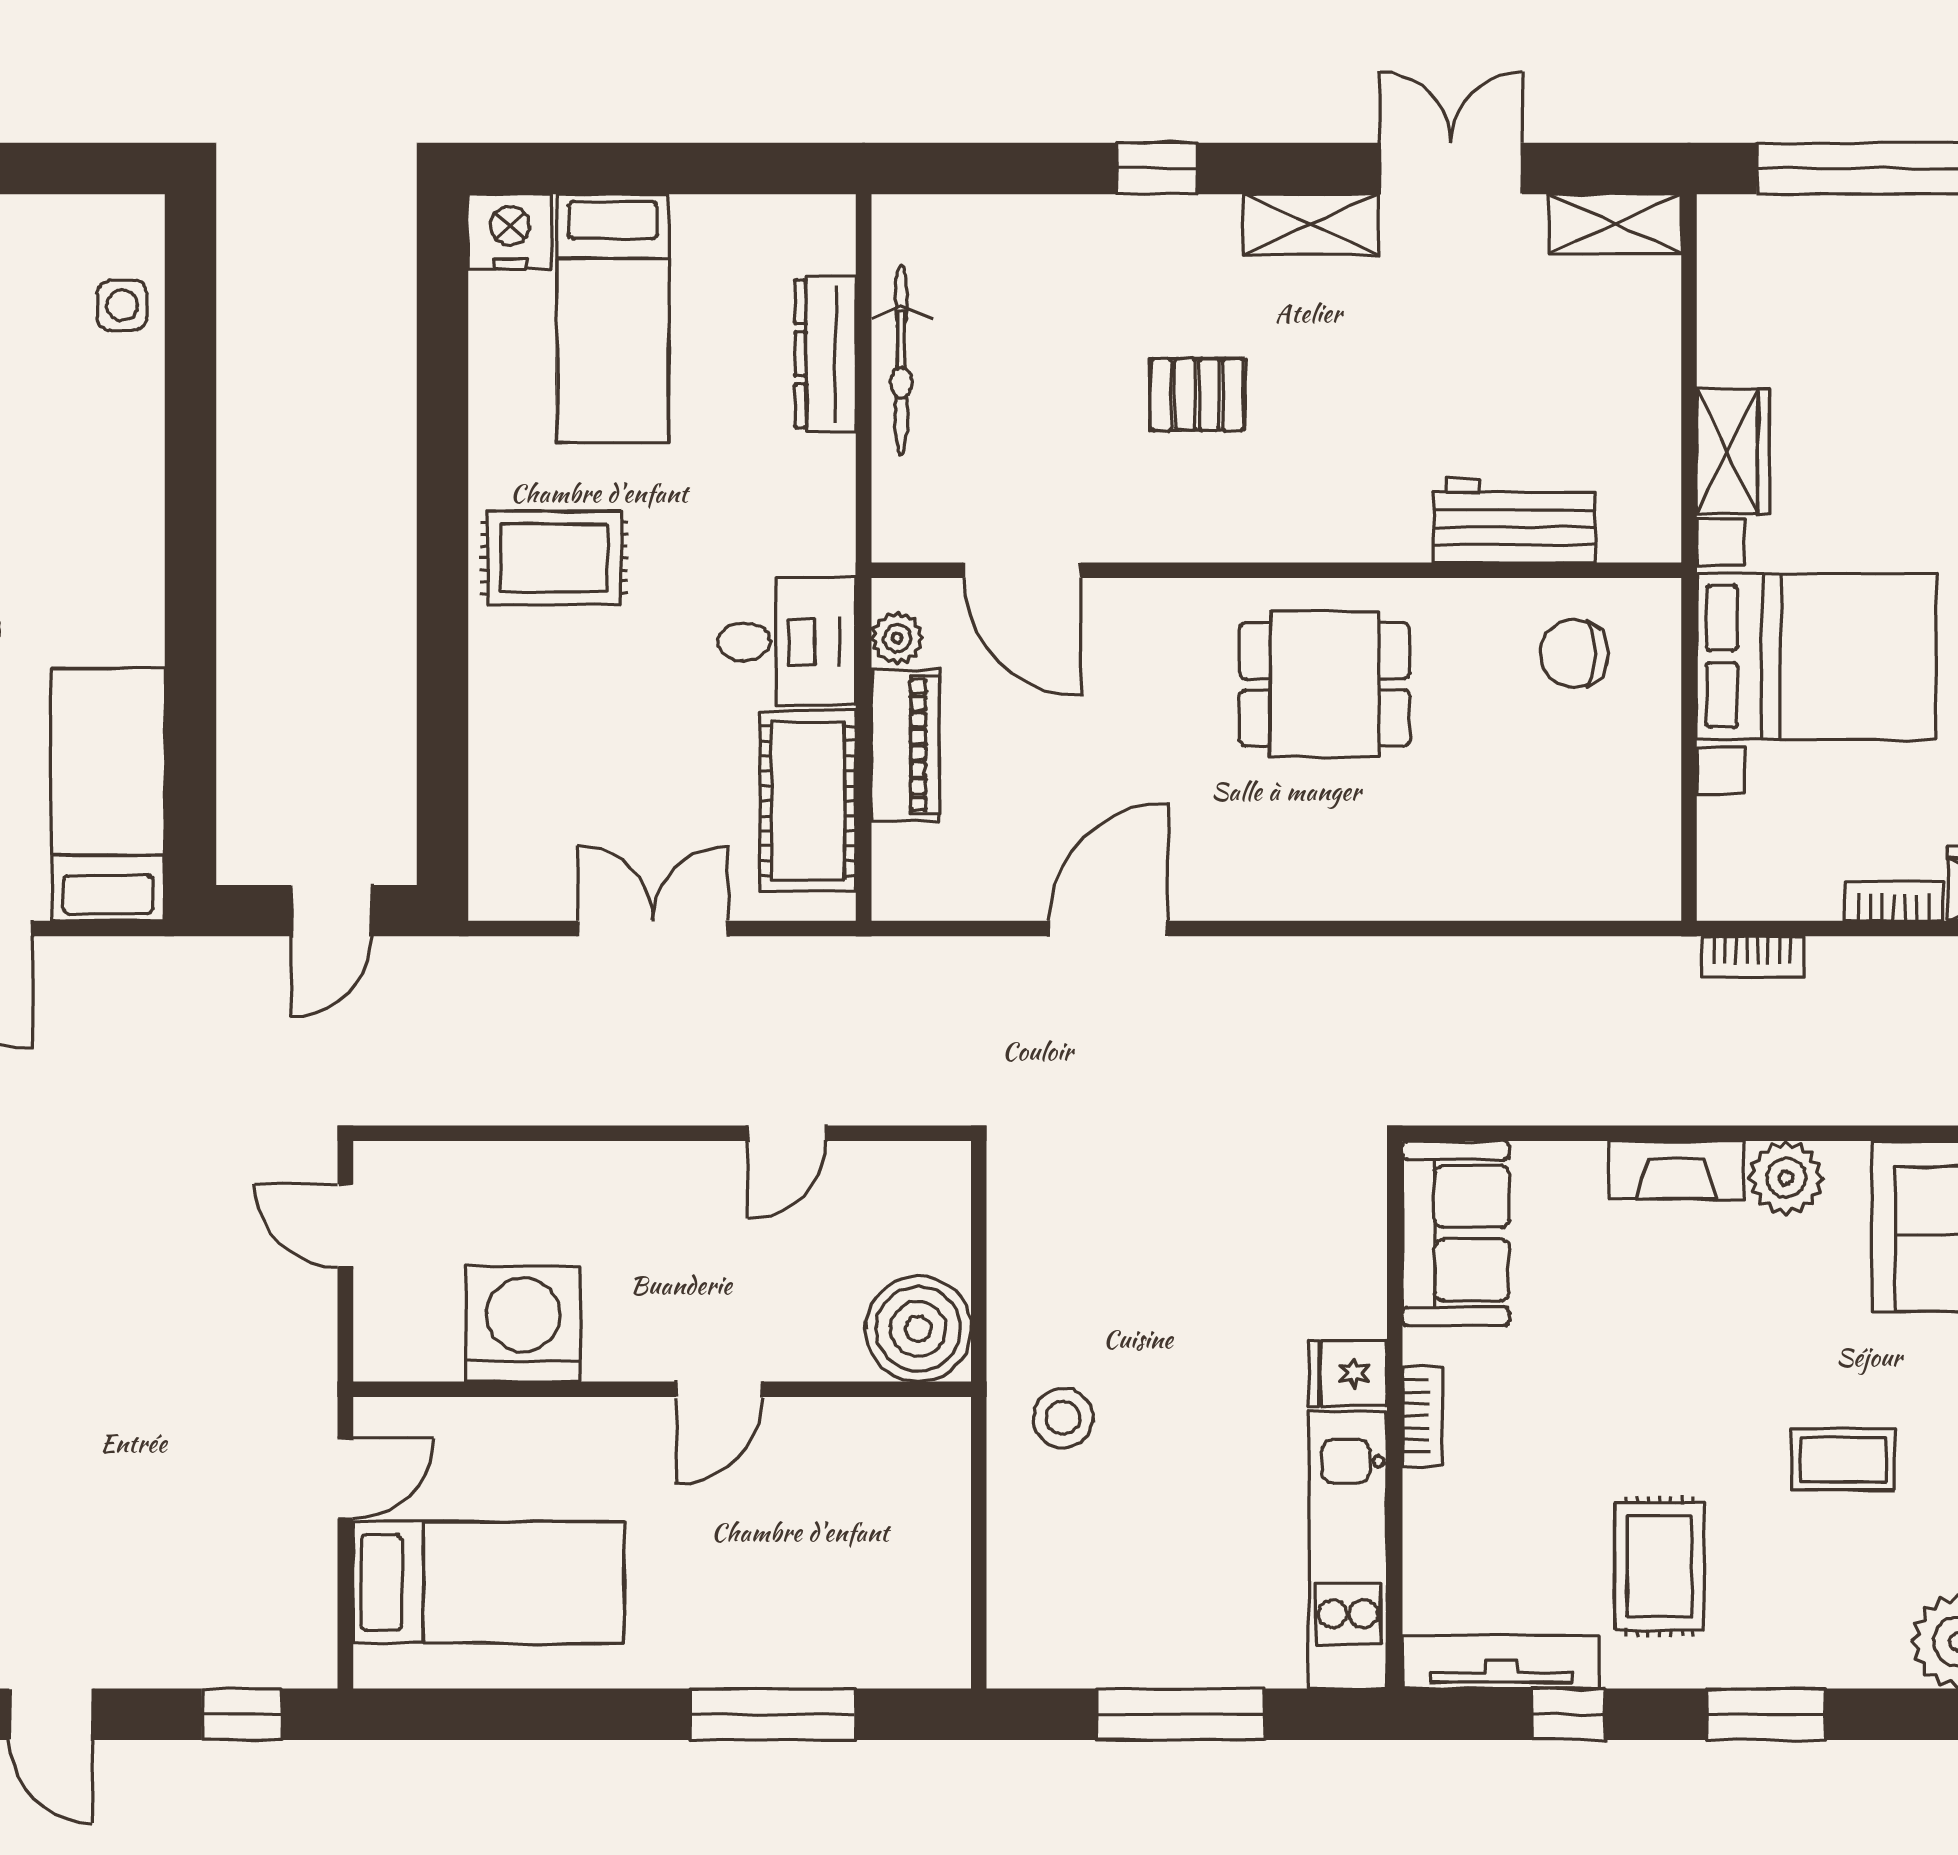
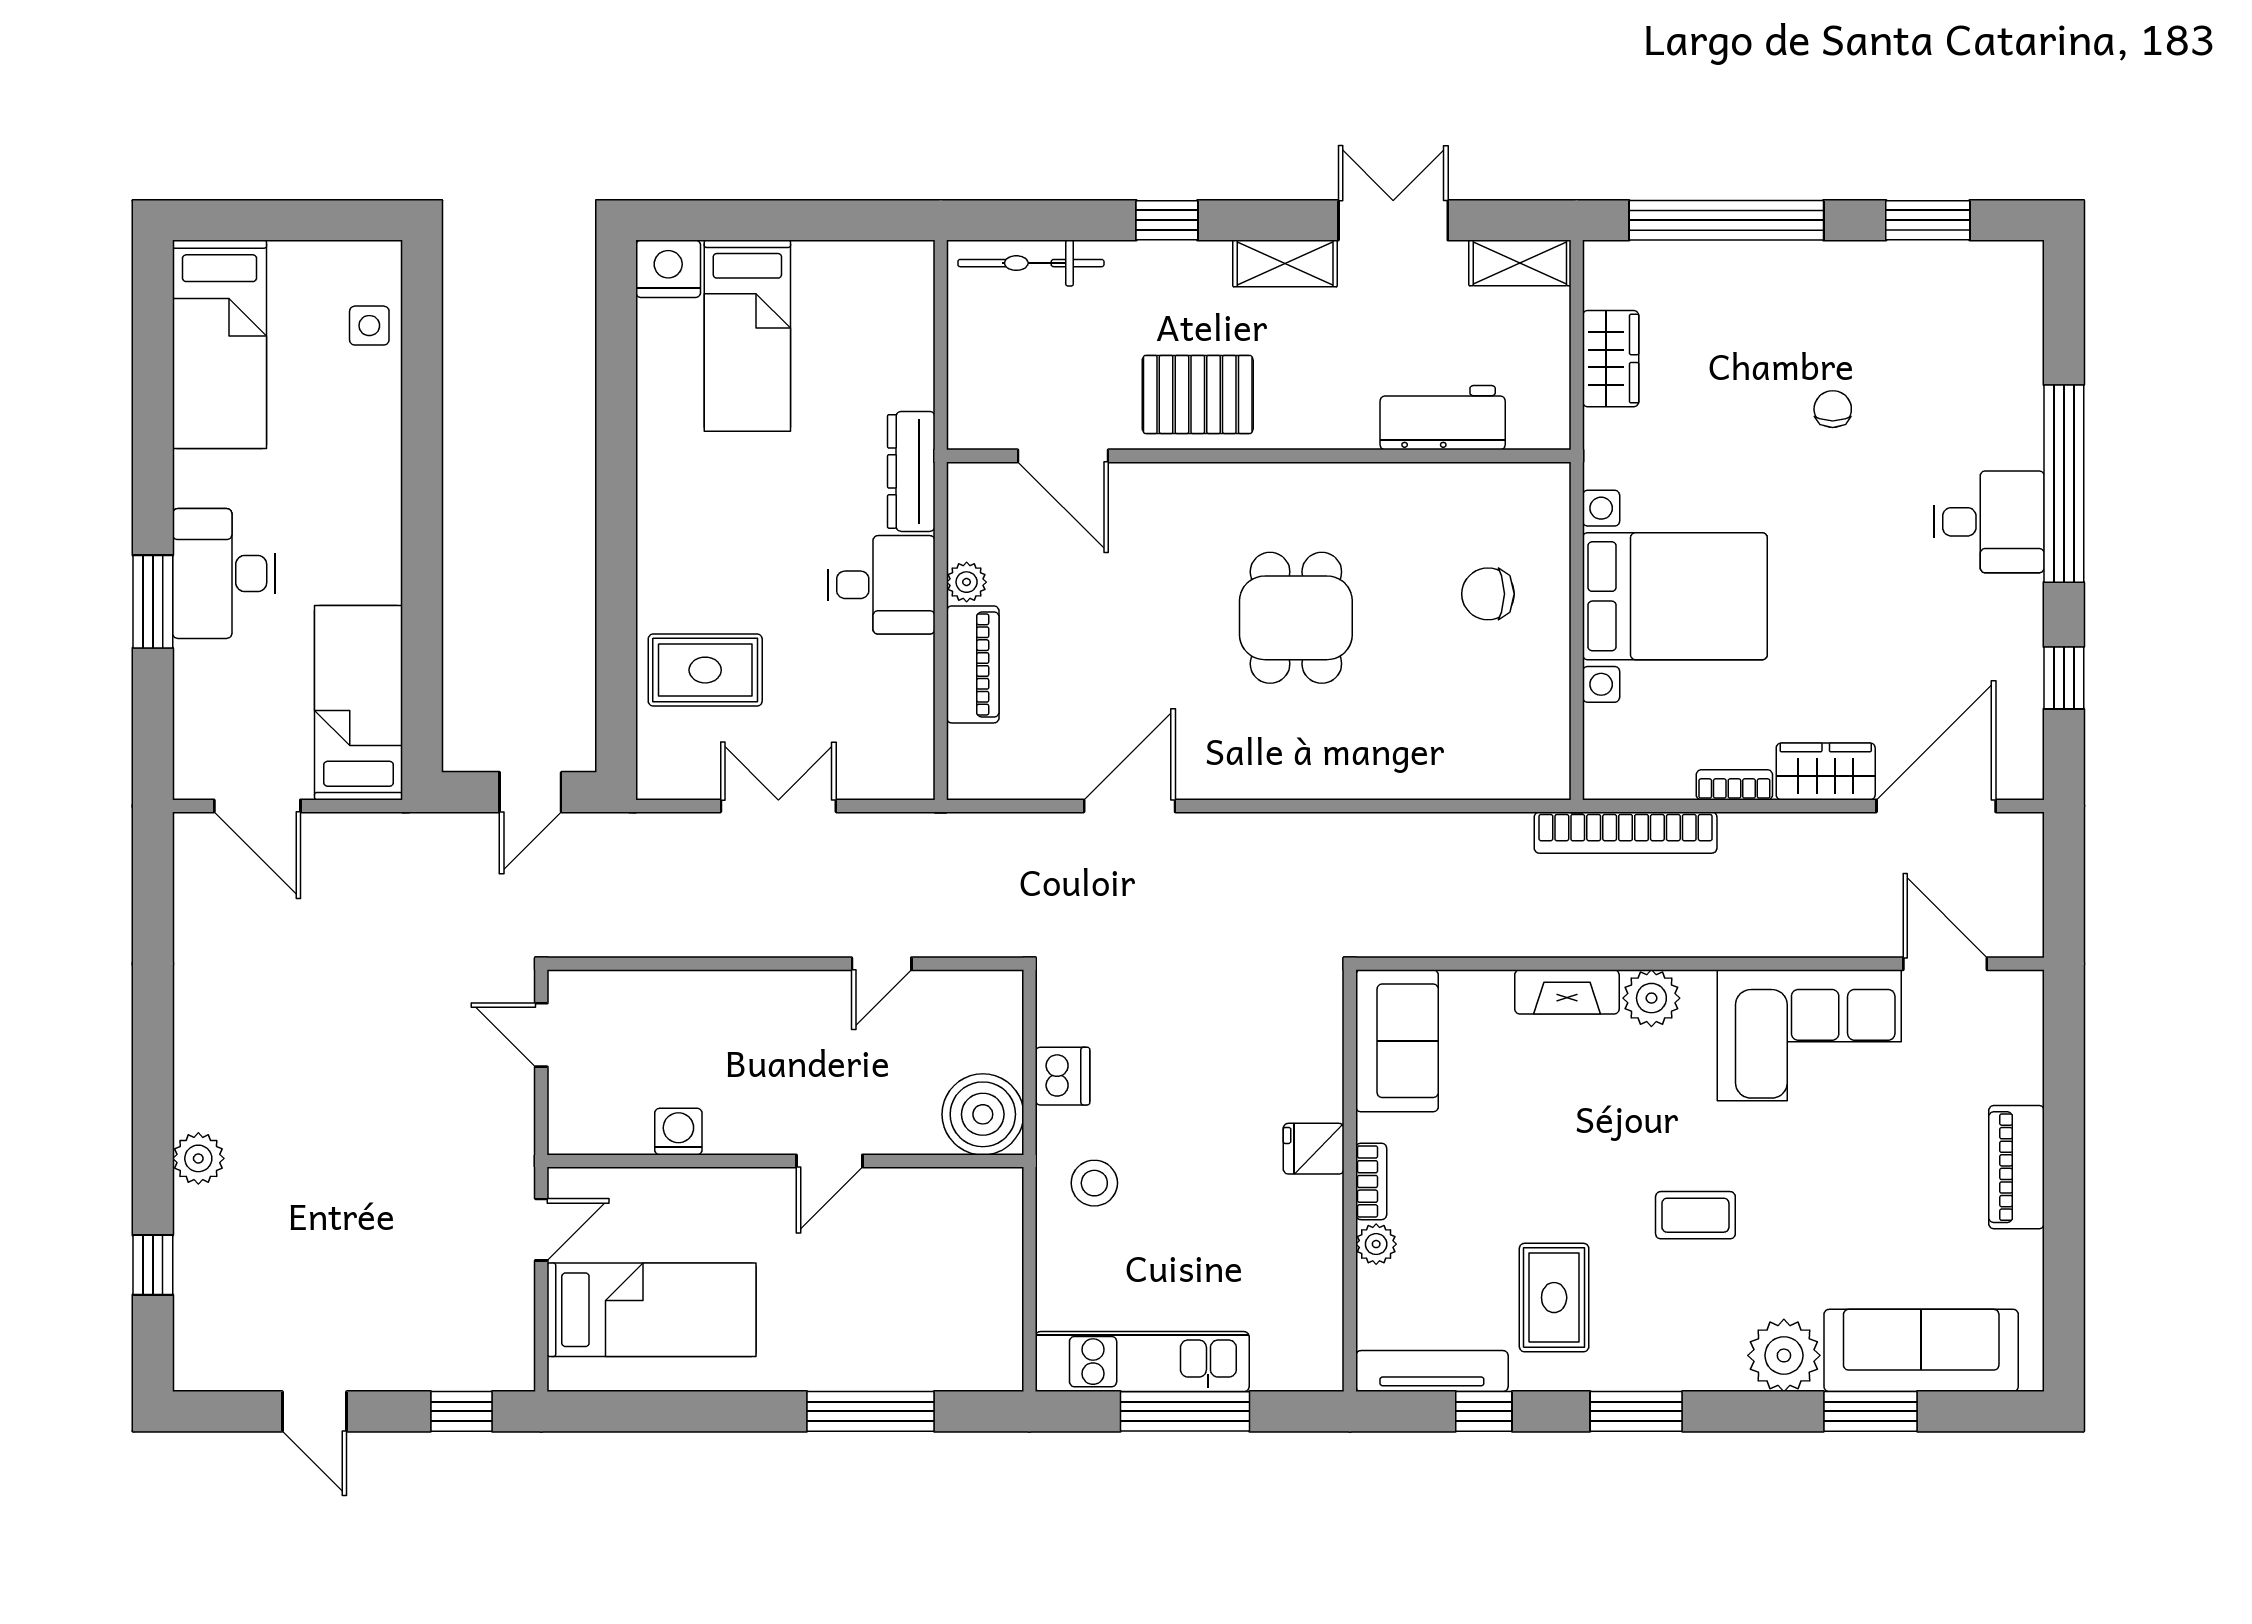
dresser: (825, 354) -> (911, 471), moved
bicycle: (901, 360) -> (1031, 263), moved, turned 90
pallet: (1197, 395) -> (1198, 394), width x1.50, depth x1.42
wardrobe: (1733, 451) -> (1611, 359), moved
workbench: (1515, 521) -> (1443, 418), moved
rug: (554, 558) -> (705, 670), moved
door: (1022, 570) -> (1063, 456), moved
wall: (1276, 570) -> (1259, 456), moved
dining table: (1325, 684) -> (1296, 618), turned 90
cot: (808, 801) -> (898, 708), removed
bookcase: (1752, 957) -> (1626, 833), width x2.31, depth x1.31
dishwasher: (1022, 1279) -> (1063, 1076), added
washing machine: (523, 1324) -> (678, 1132), width x0.53, depth x0.53
plant: (1429, 1497) -> (1376, 1244), added
kitchen unit: (1348, 1550) -> (1142, 1362), moved, turned 90

